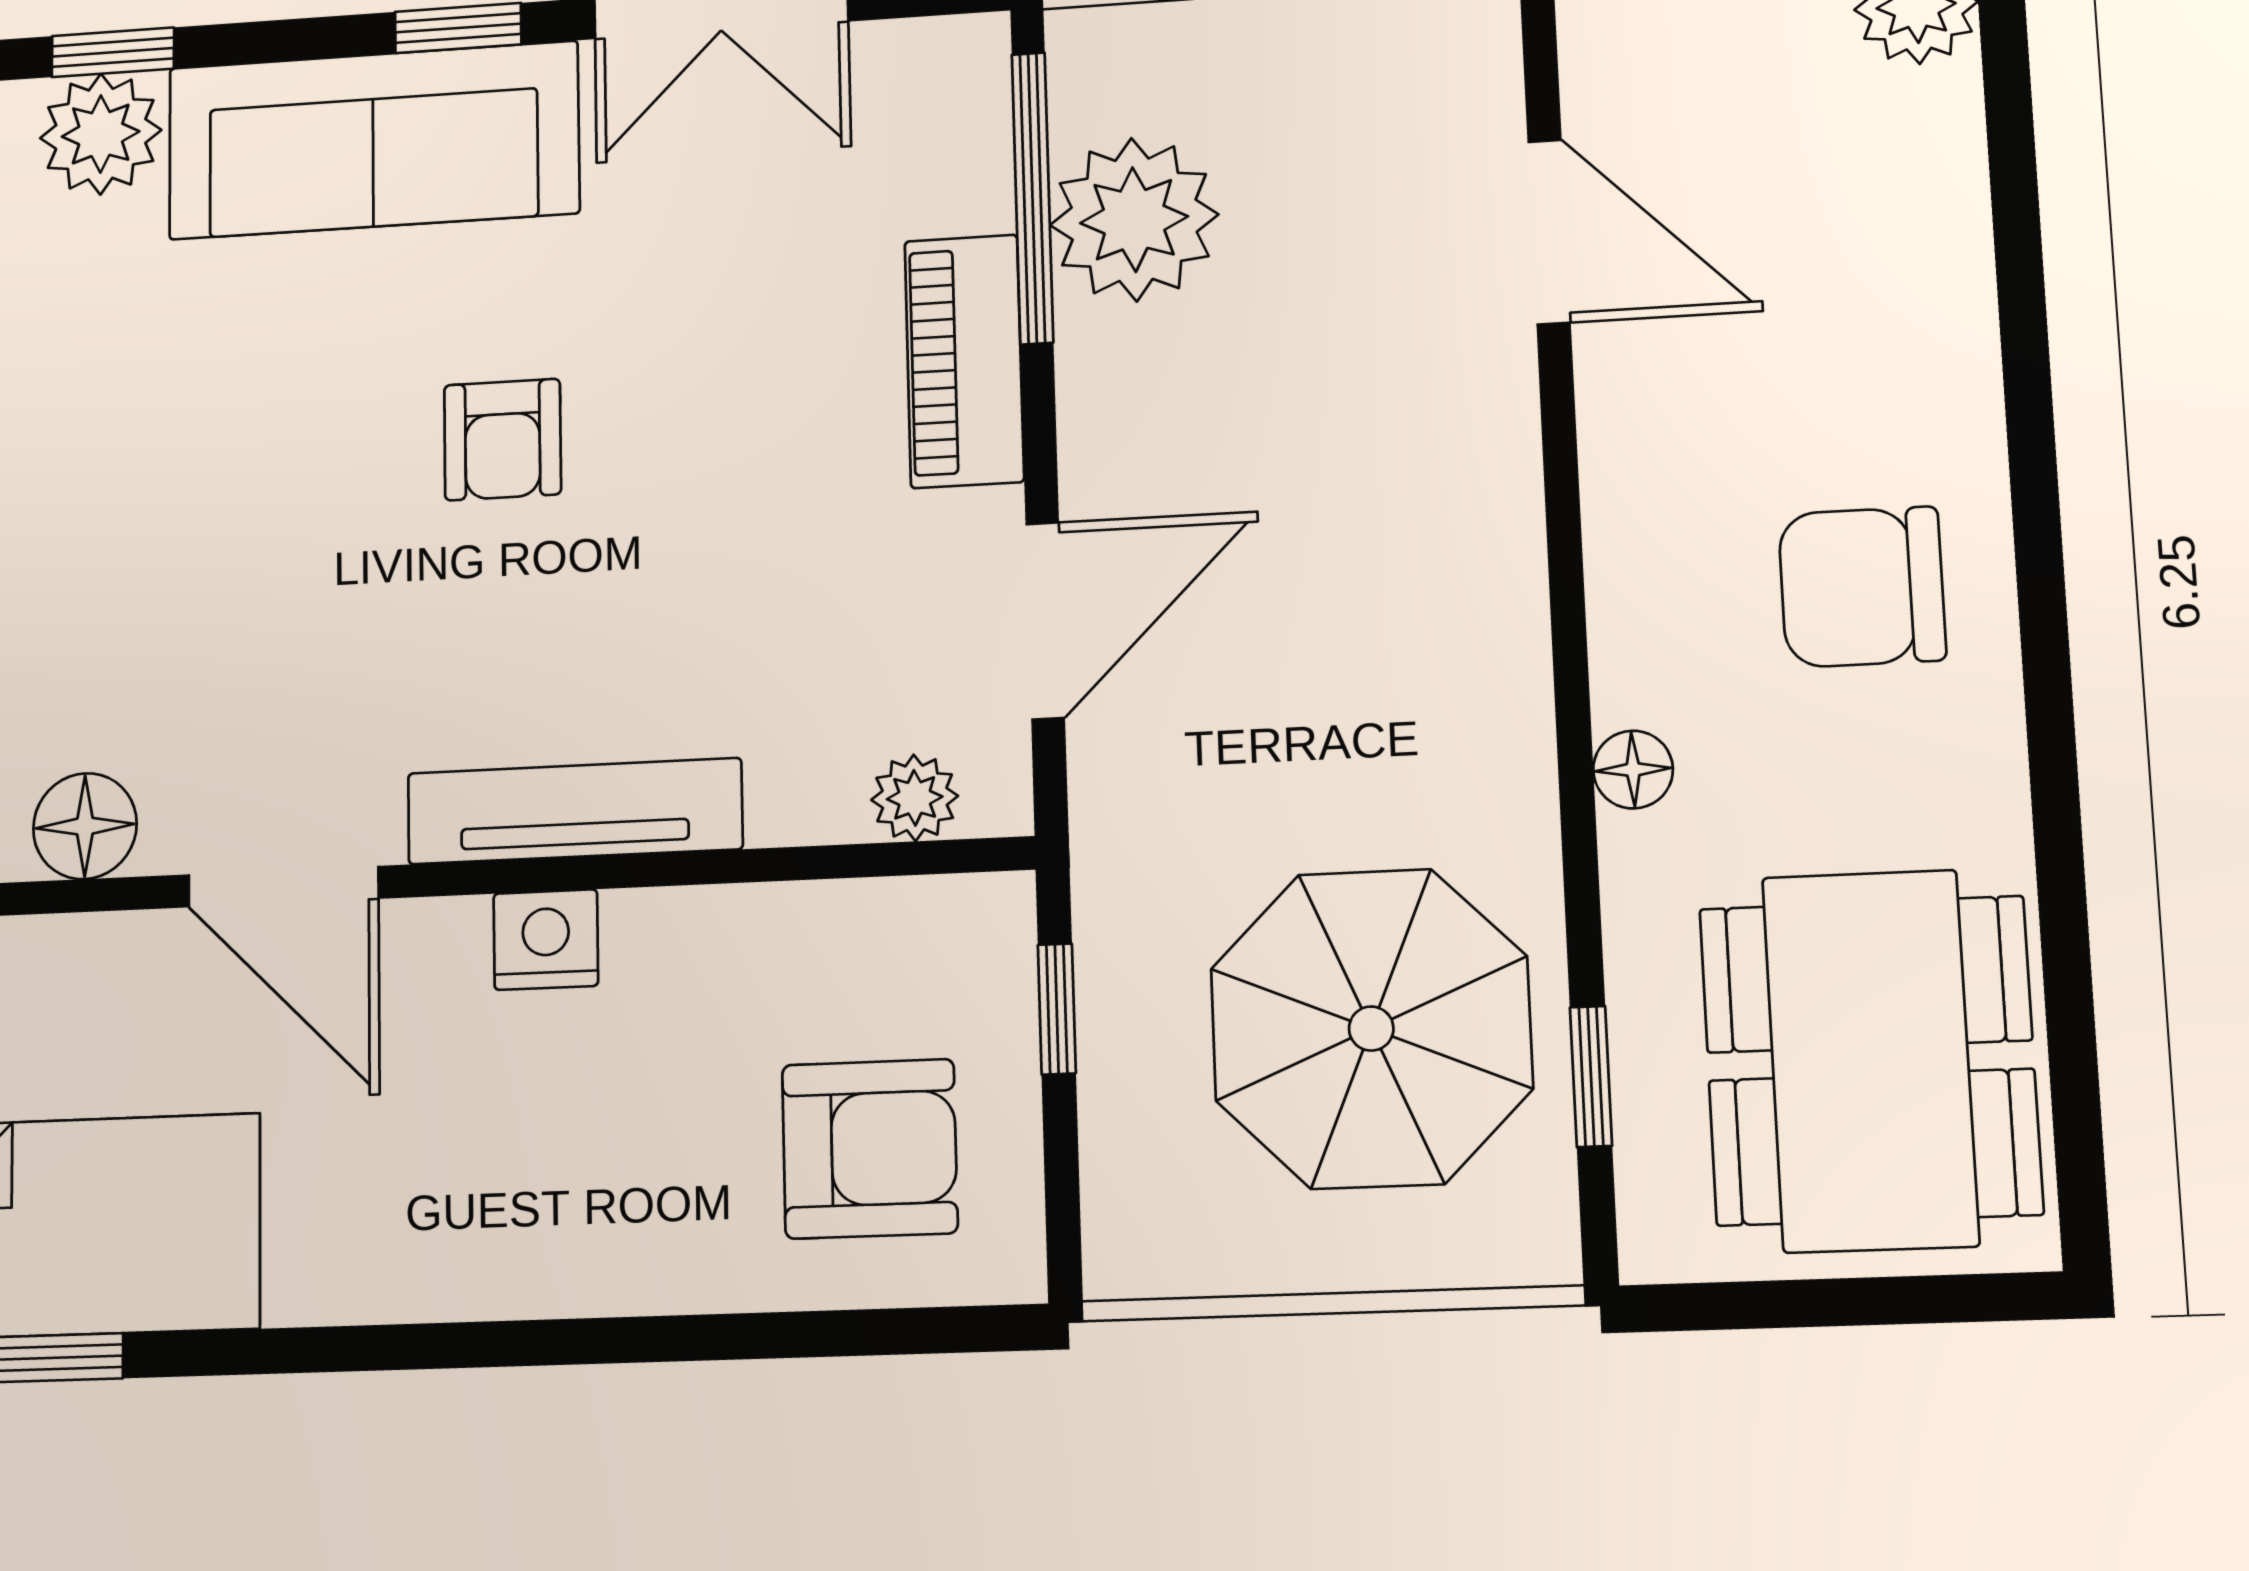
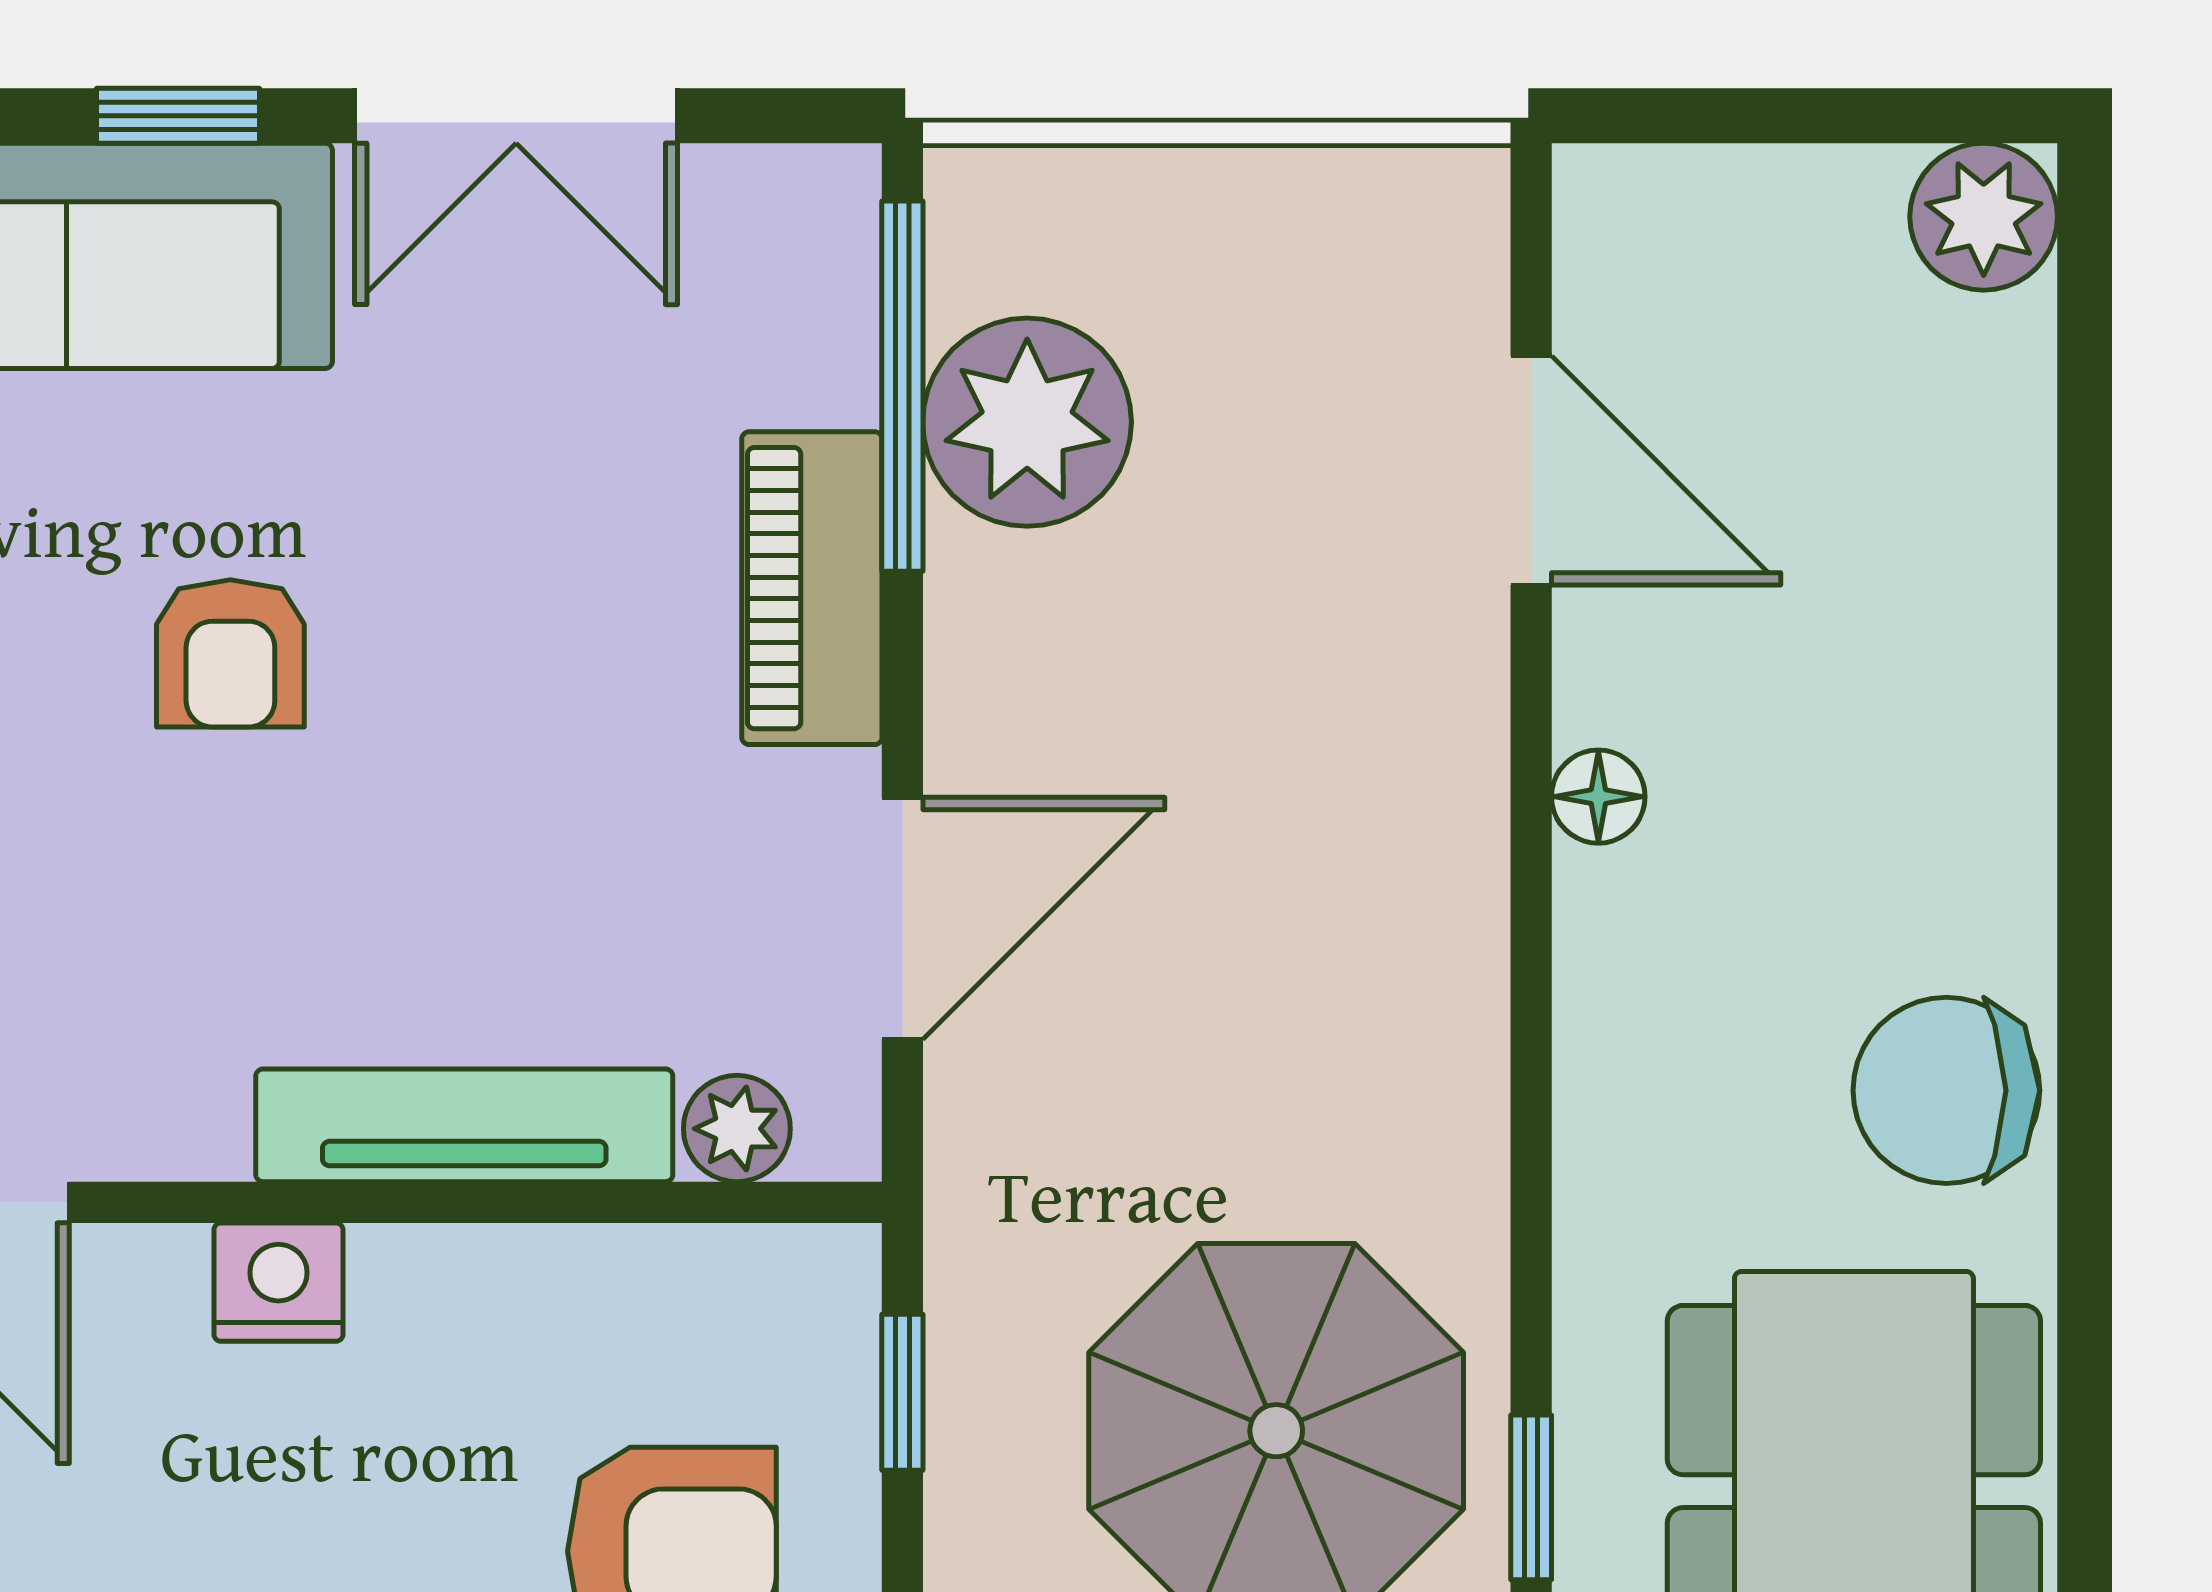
chair: (1862, 587) -> (1946, 1090), moved
floor lamp: (1633, 770) -> (1598, 797), moved
tv unit: (574, 811) -> (464, 1125), moved

